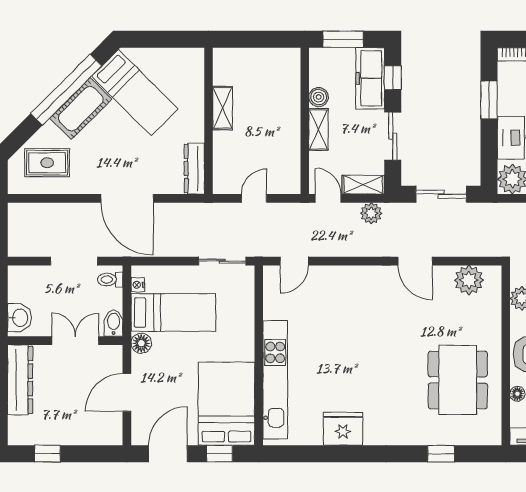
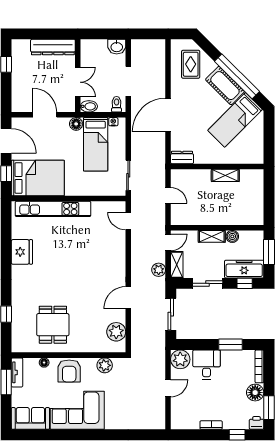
dresser: (194, 169) -> (182, 158), width x0.70
washbasin: (19, 318) -> (117, 47), moved
dining table: (458, 380) -> (53, 325), width x0.73

